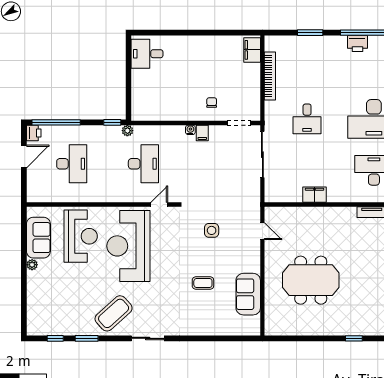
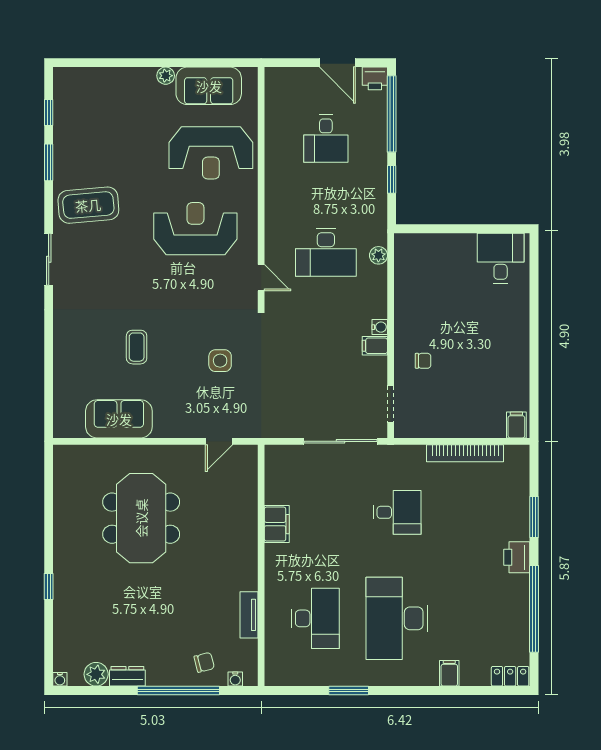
printer: (357, 43) -> (517, 557), moved
filing cabinet: (252, 50) -> (516, 425), width x0.50
desk: (307, 119) -> (397, 512), turned 180
window: (112, 122) -> (392, 179), moved
plant: (127, 131) -> (378, 255), moved
desk: (72, 164) -> (326, 139), width x0.73
reception desk: (128, 246) -> (195, 229), width x0.74, depth x0.77
coffee table: (114, 313) -> (88, 205), turned -53

